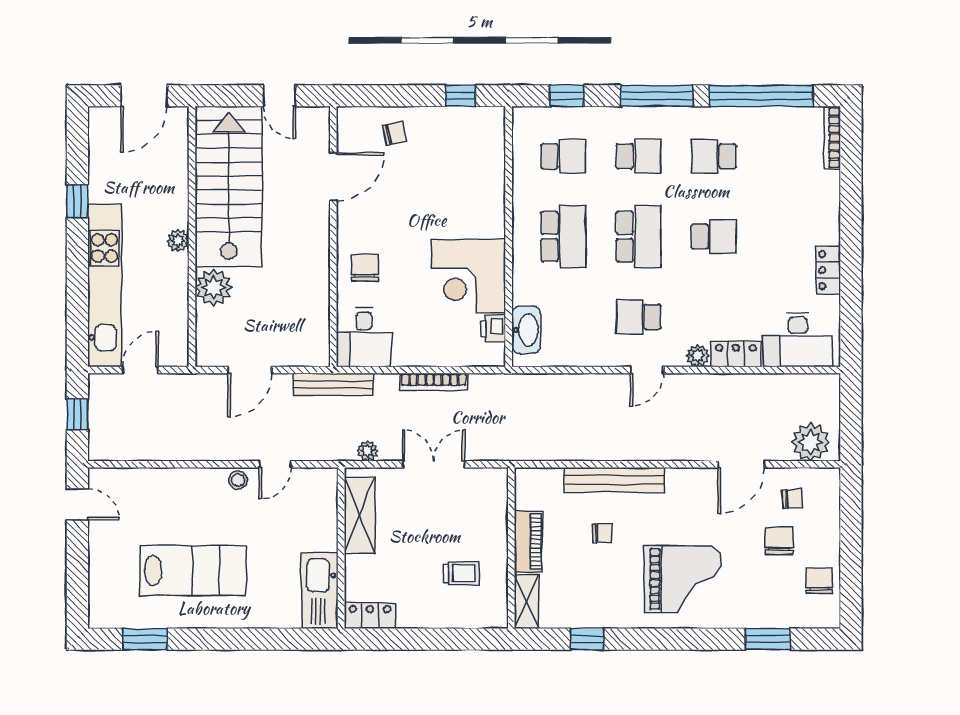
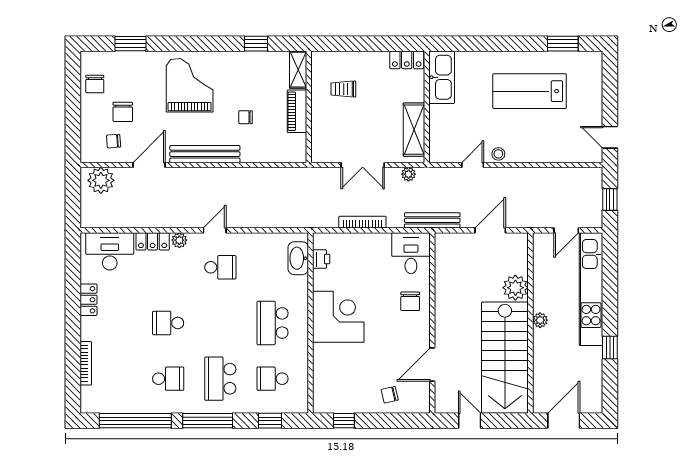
bookcase: (832, 138) -> (86, 363), moved
school desk: (639, 156) -> (220, 379), width x1.85
school desk: (639, 237) -> (220, 323), removed
corner desk: (469, 276) -> (338, 317), moved
bench: (615, 480) -> (205, 154), moved
grand piano: (683, 579) -> (190, 85), turned 90

